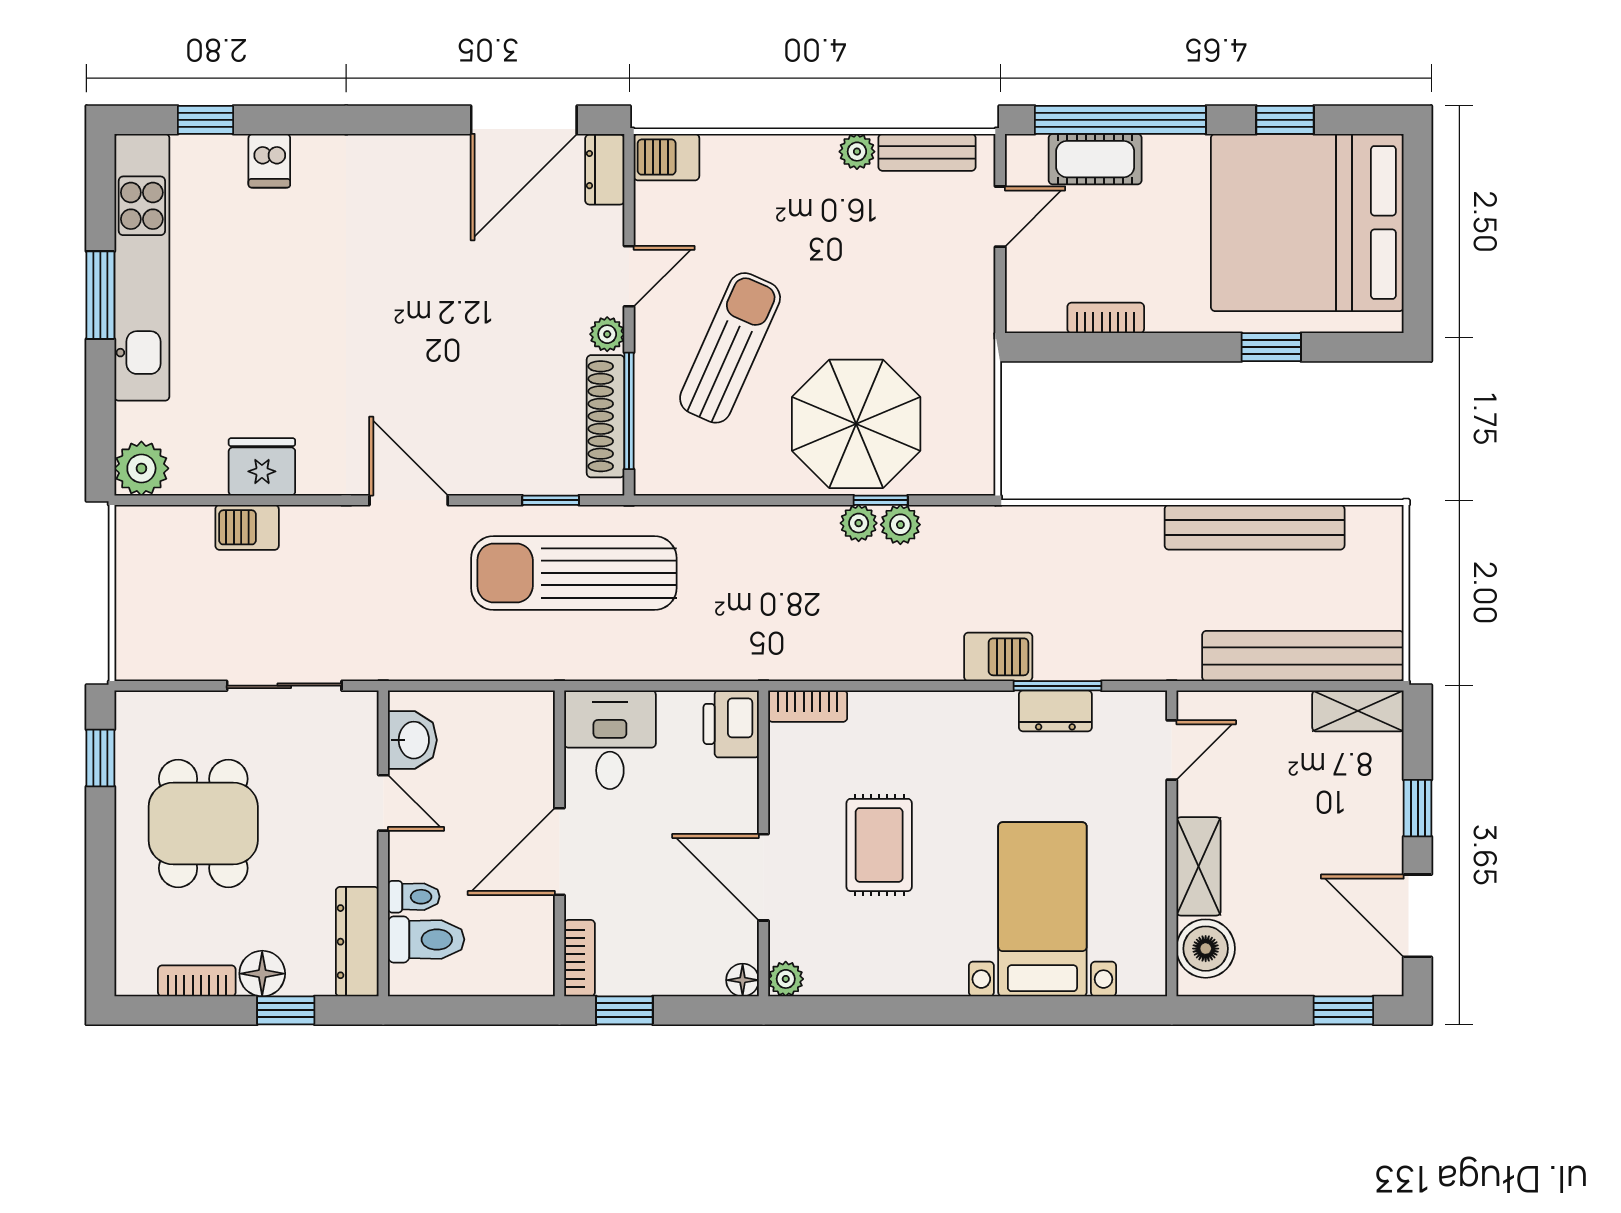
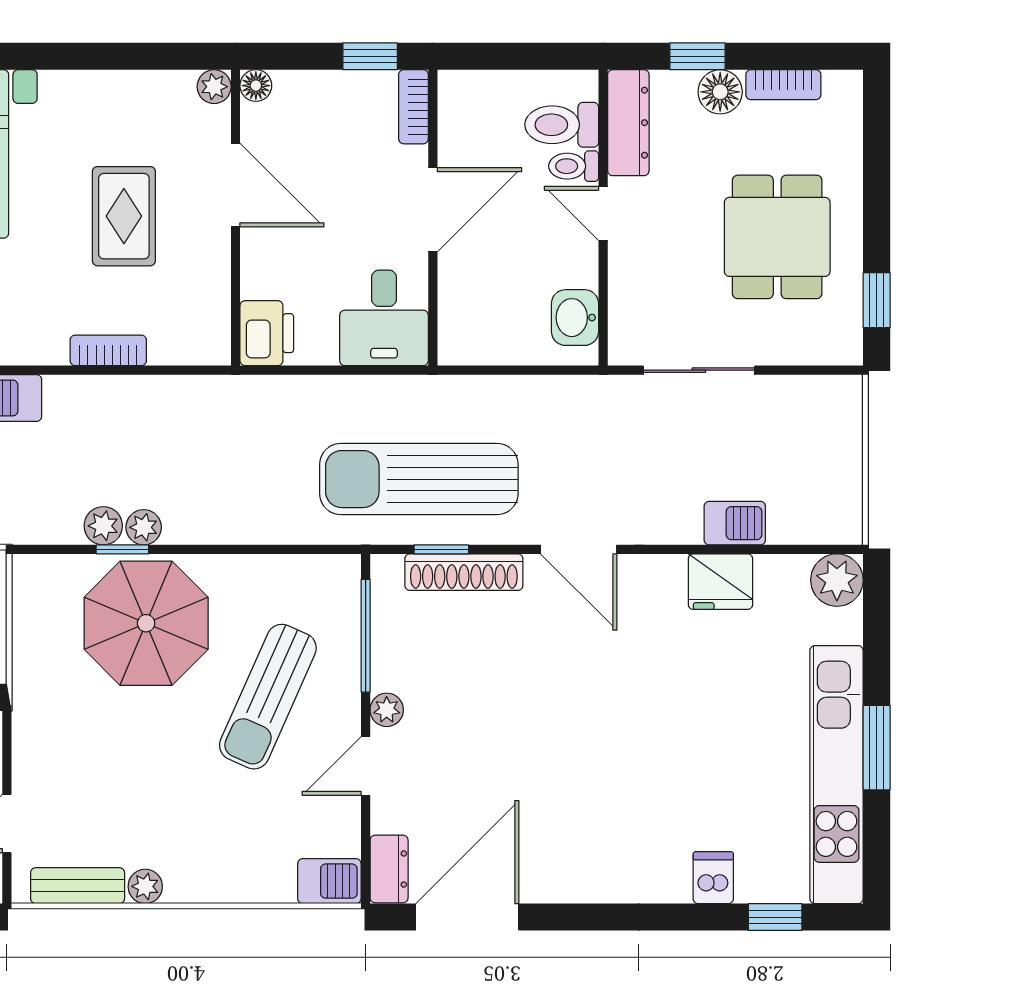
shoe rack: (606, 416) -> (464, 572), moved, turned 90
sun lounger: (574, 573) -> (419, 479), turned 180
bookcase: (808, 706) -> (108, 350), moved
door: (383, 803) -> (603, 213), moved

